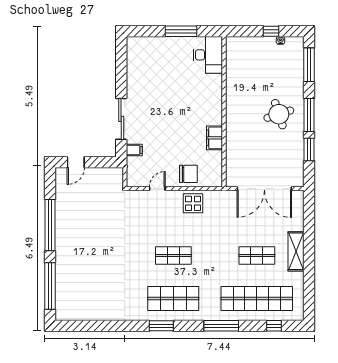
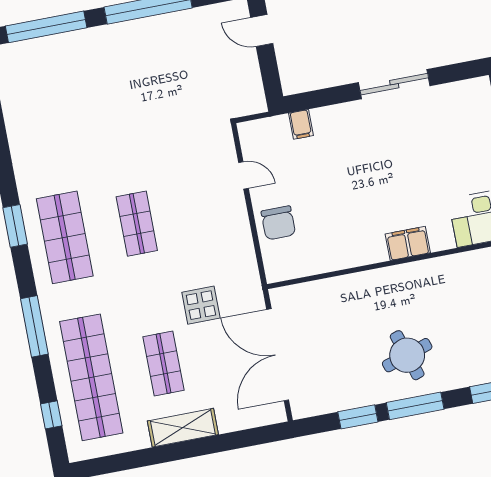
sliding door: (121, 119) -> (394, 84), moved
filing cabinet: (214, 138) -> (408, 243), moved
display table: (193, 203) -> (201, 305), moved

